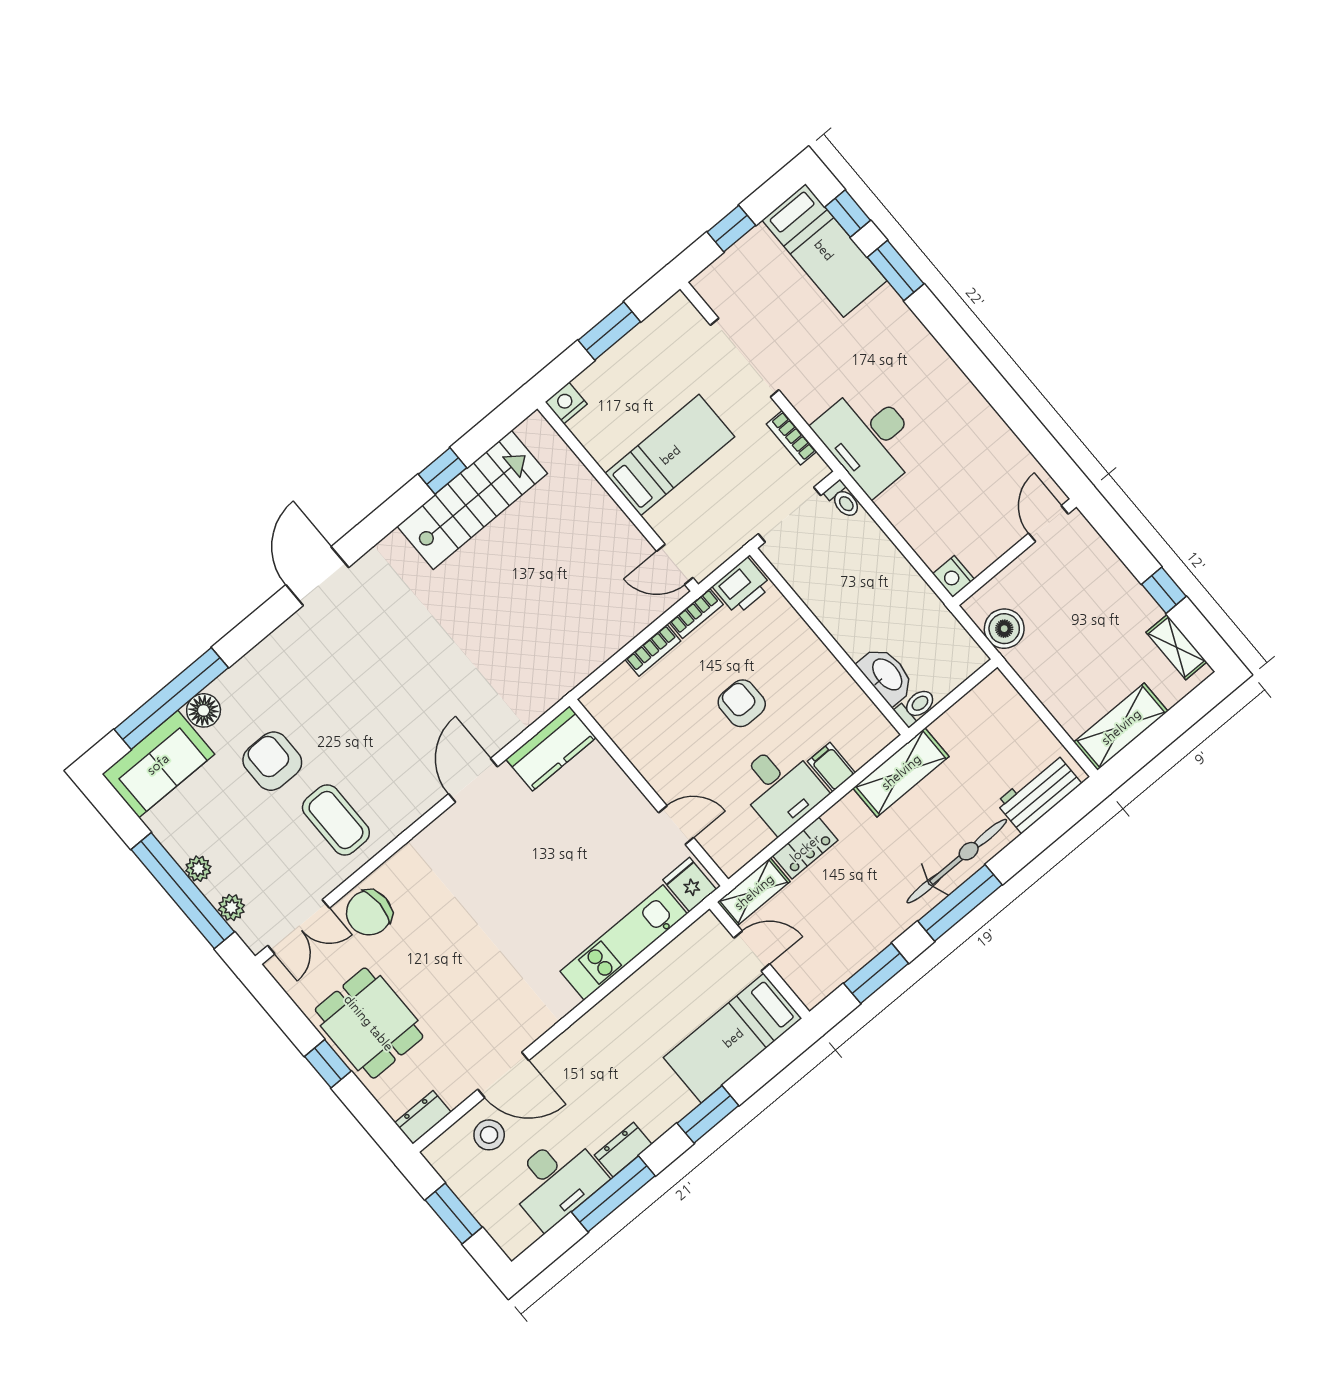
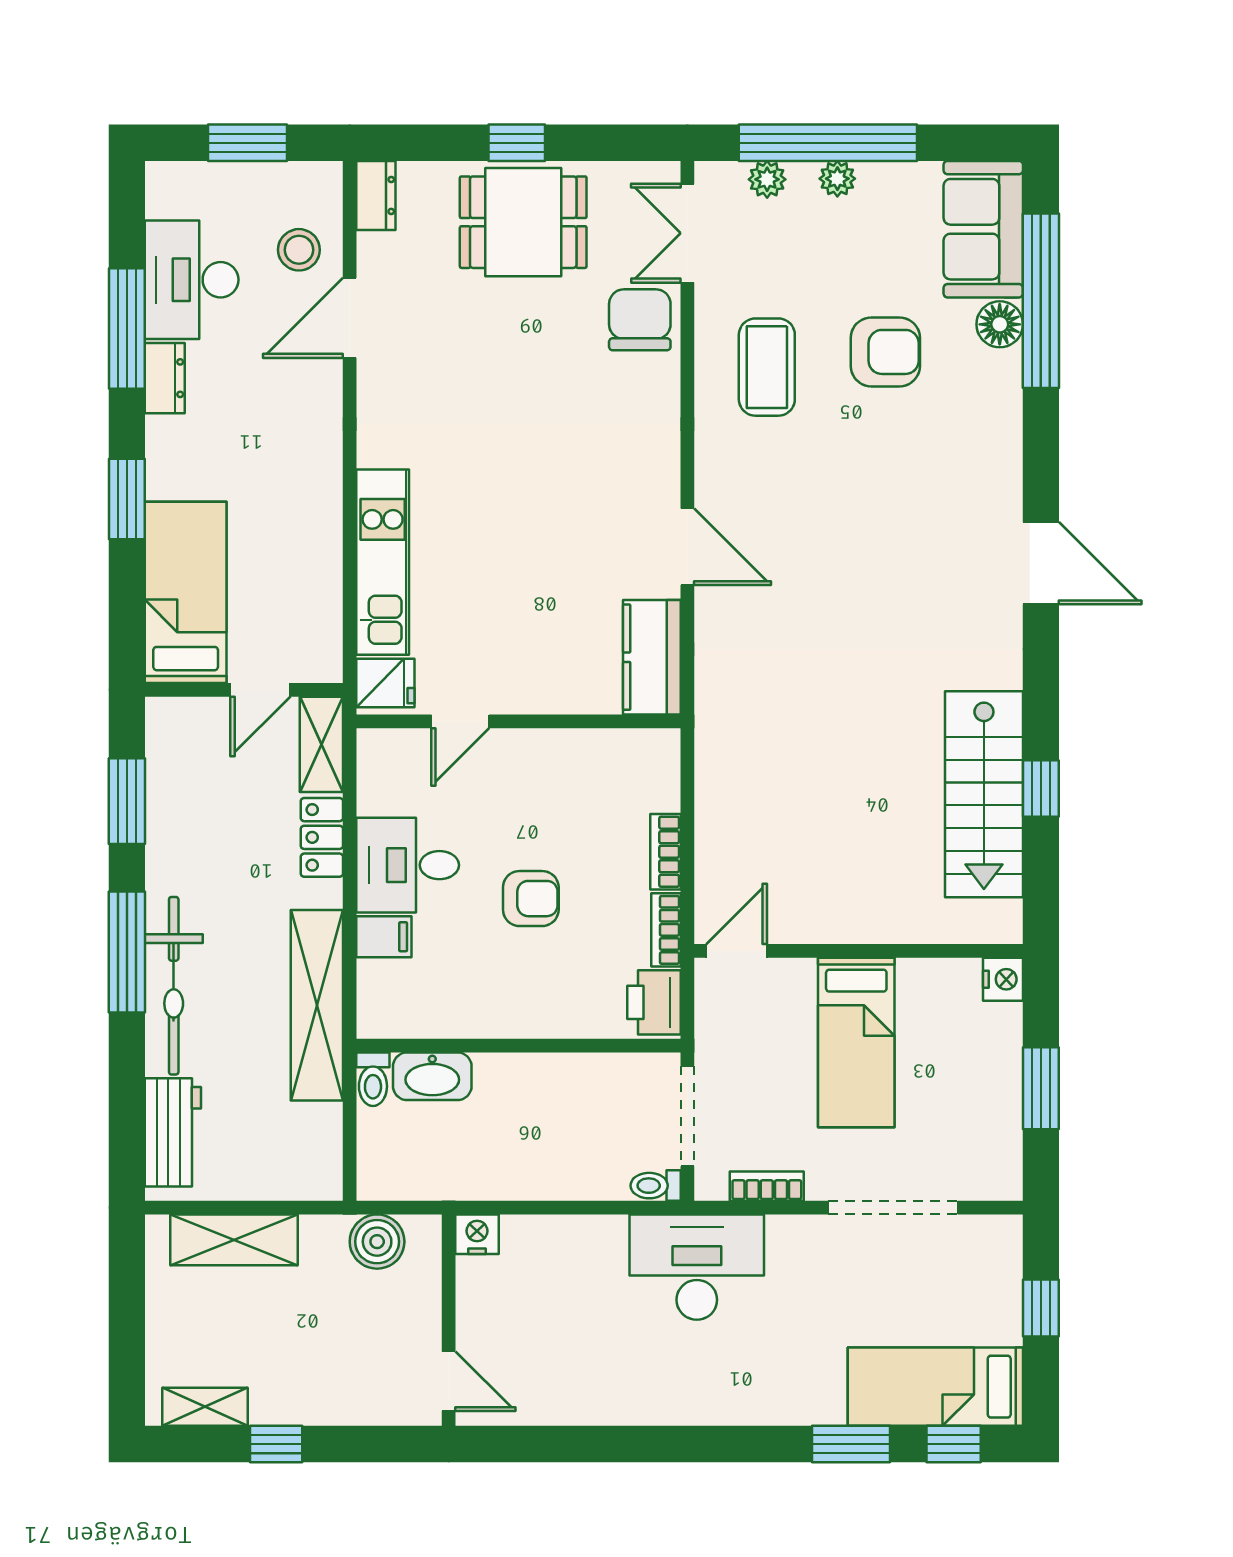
shelving: (1121, 727) -> (234, 1240), moved, turned 90
shelving: (901, 772) -> (317, 1005), width x1.47
coffee table: (336, 820) -> (767, 367), turned 90

